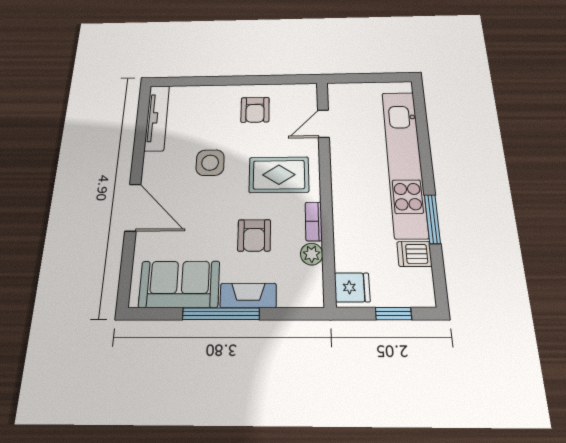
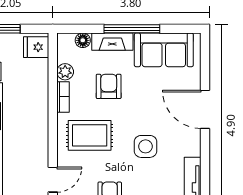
floor lamp: (288, 297) -> (83, 40), added

